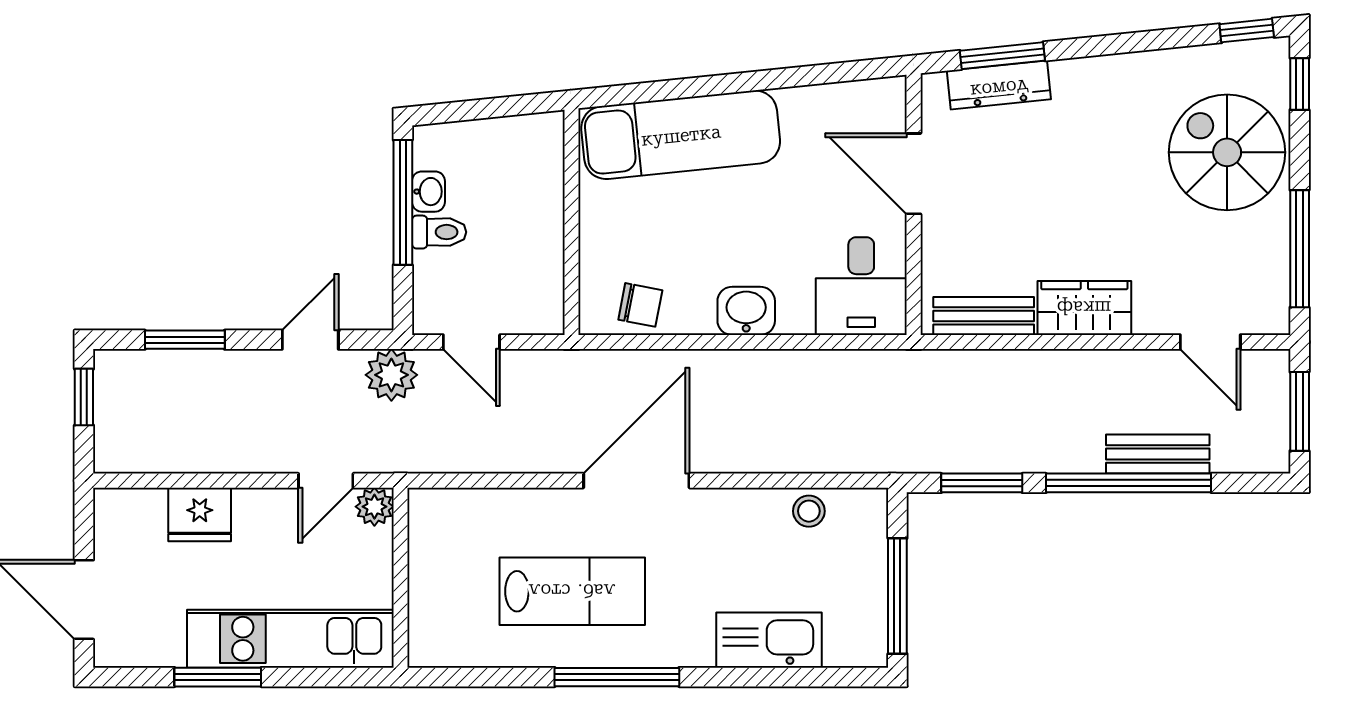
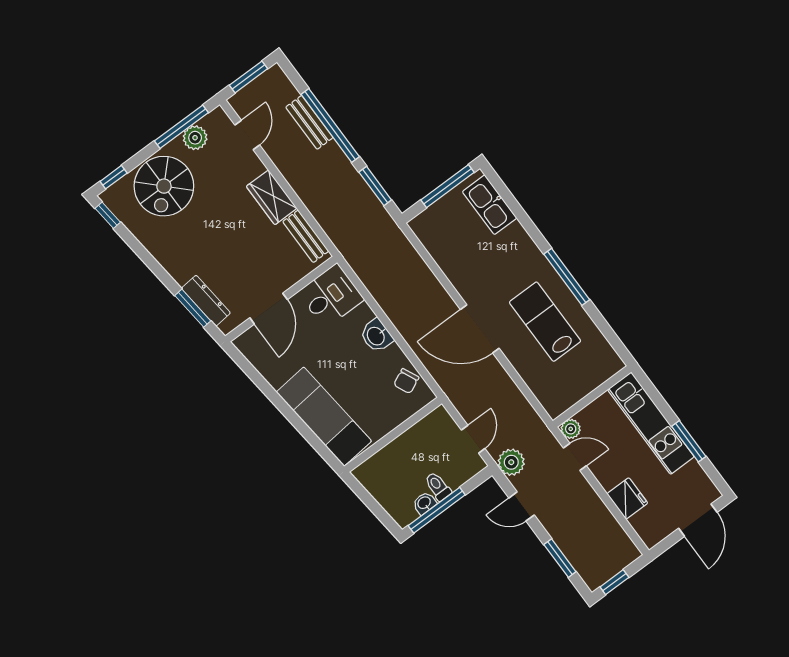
plant: (1267, 257) -> (195, 138), added
chair: (640, 305) -> (406, 381), turned -126
stool: (809, 511) -> (440, 249), removed
kitchen sink: (769, 640) -> (490, 205), moved

